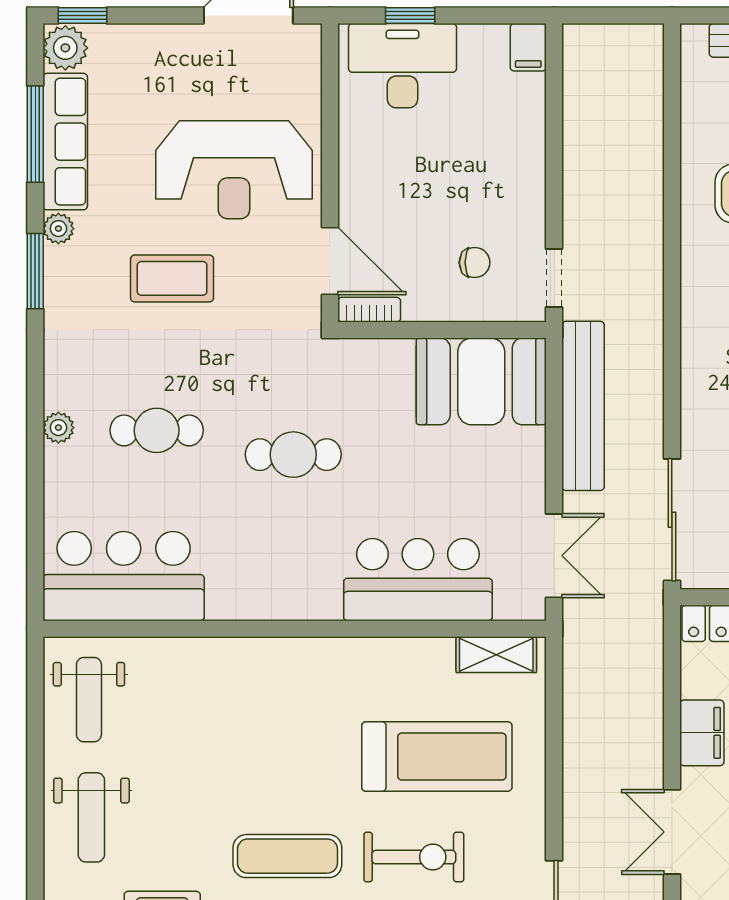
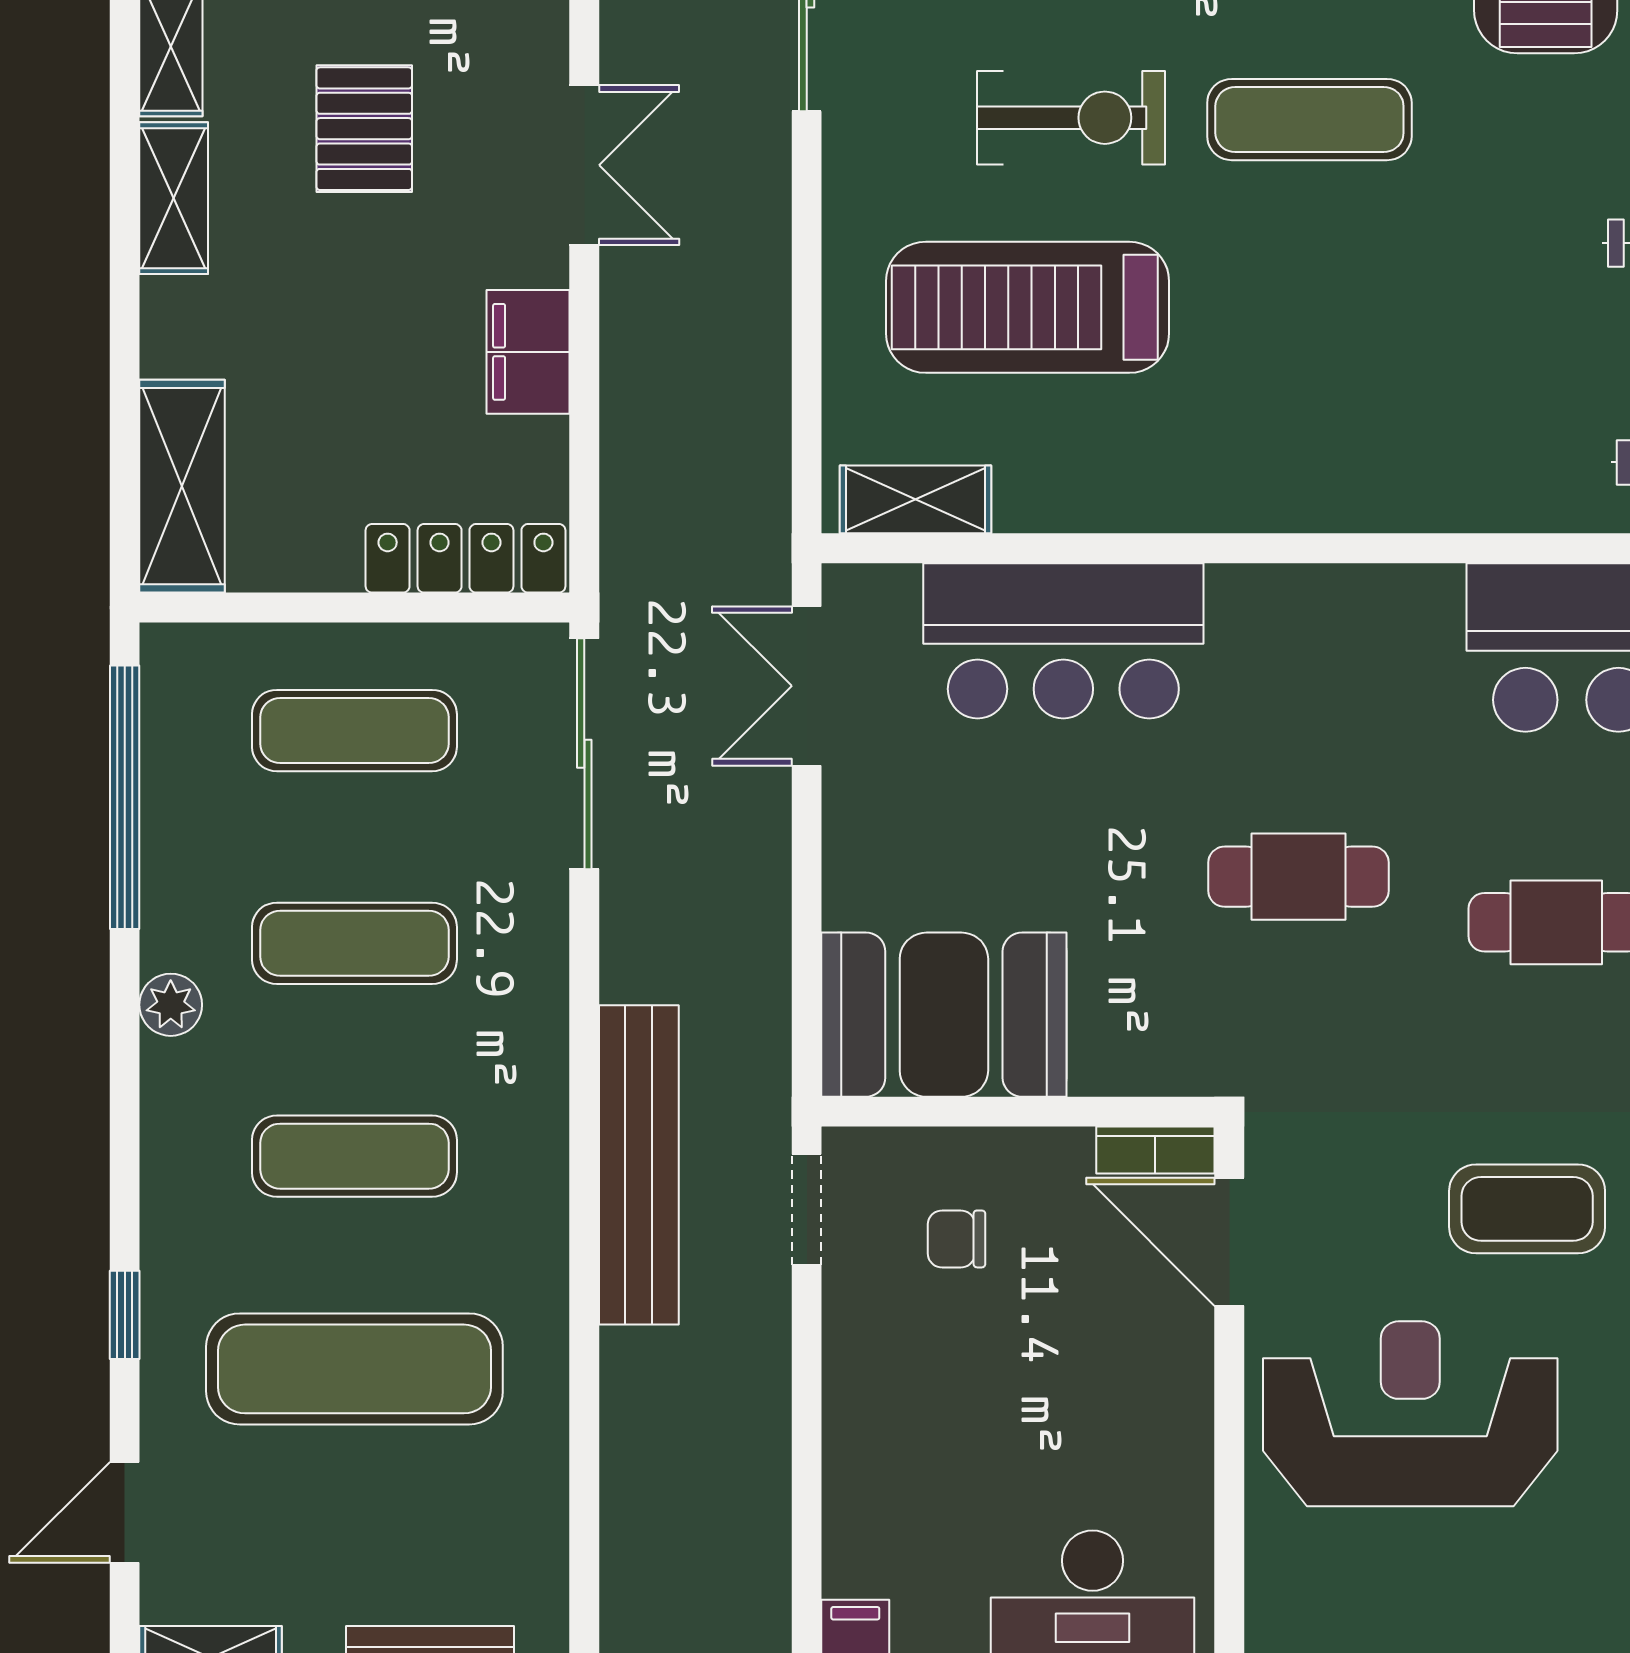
bench: (583, 406) -> (639, 1165), moved
exercise bike: (414, 857) -> (1071, 118), turned 180

